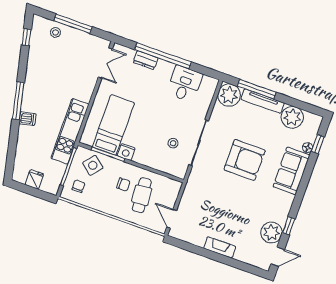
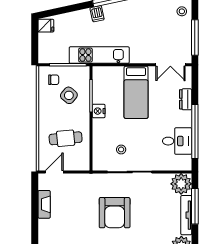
window: (73, 24) -> (195, 37), moved
window: (163, 56) -> (195, 131), moved
bed: (113, 125) -> (136, 92), moved, turned 90
armchair: (245, 160) -> (115, 213), moved
side table: (93, 165) -> (69, 95), moved
fridge: (34, 179) -> (46, 26), moved
chair: (123, 185) -> (69, 119), removed
fireplace: (220, 247) -> (44, 204), moved

